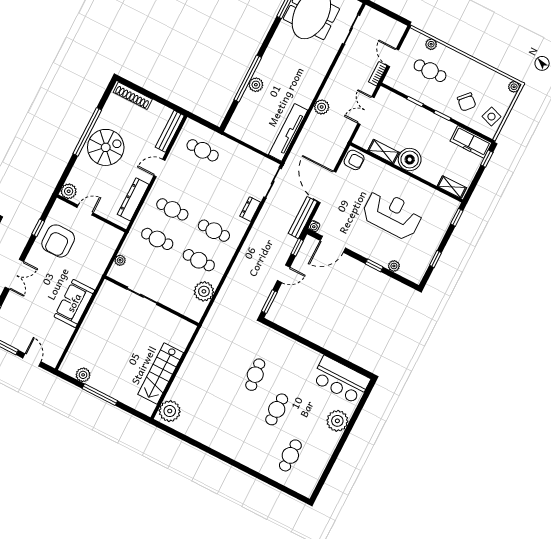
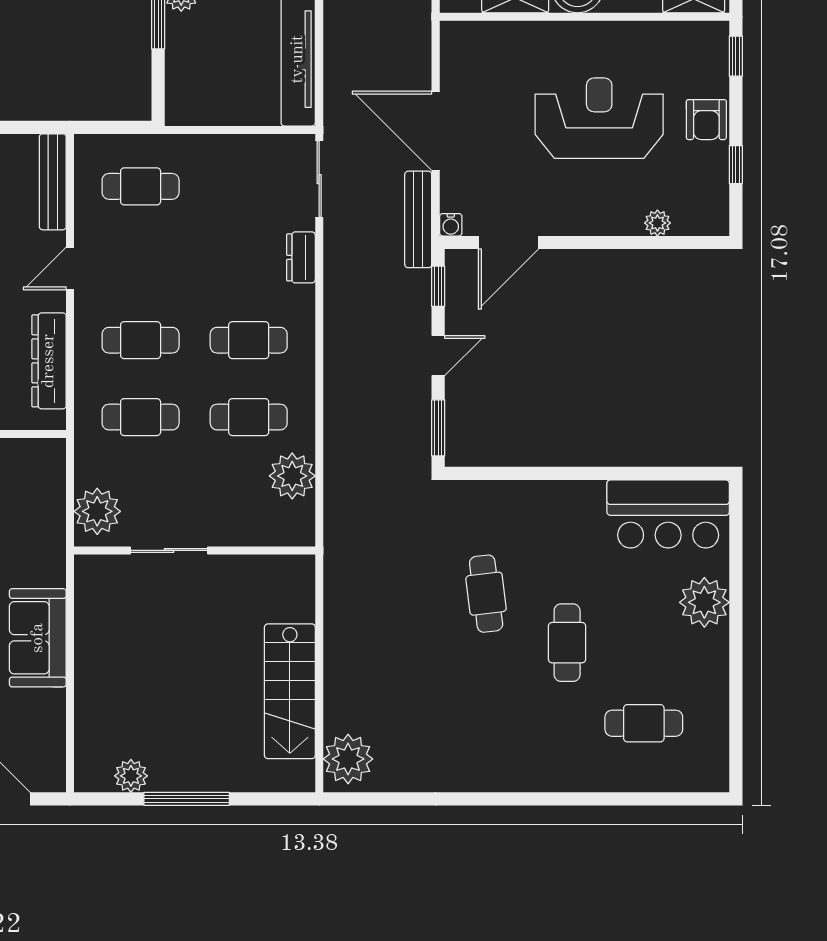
armchair: (354, 160) -> (706, 120), moved, turned 90
plant: (120, 260) -> (97, 511), width x1.88, depth x1.88
window: (374, 265) -> (616, 242), removed
cafe table: (290, 455) -> (644, 723), turned 90

